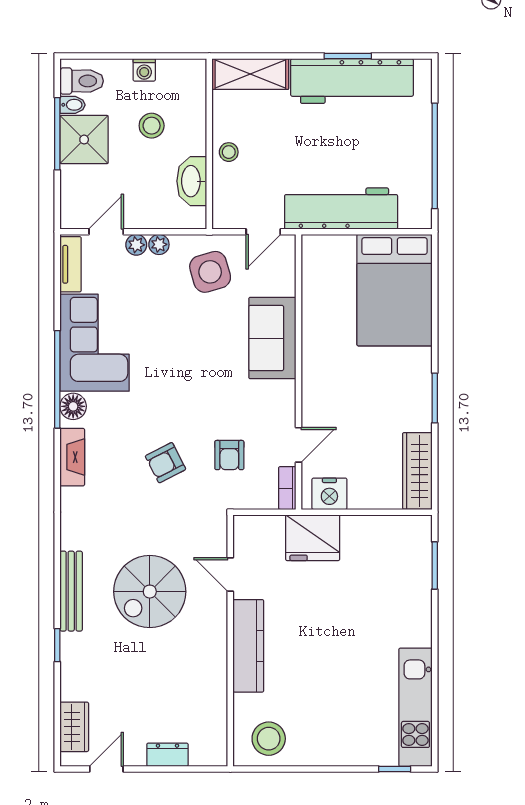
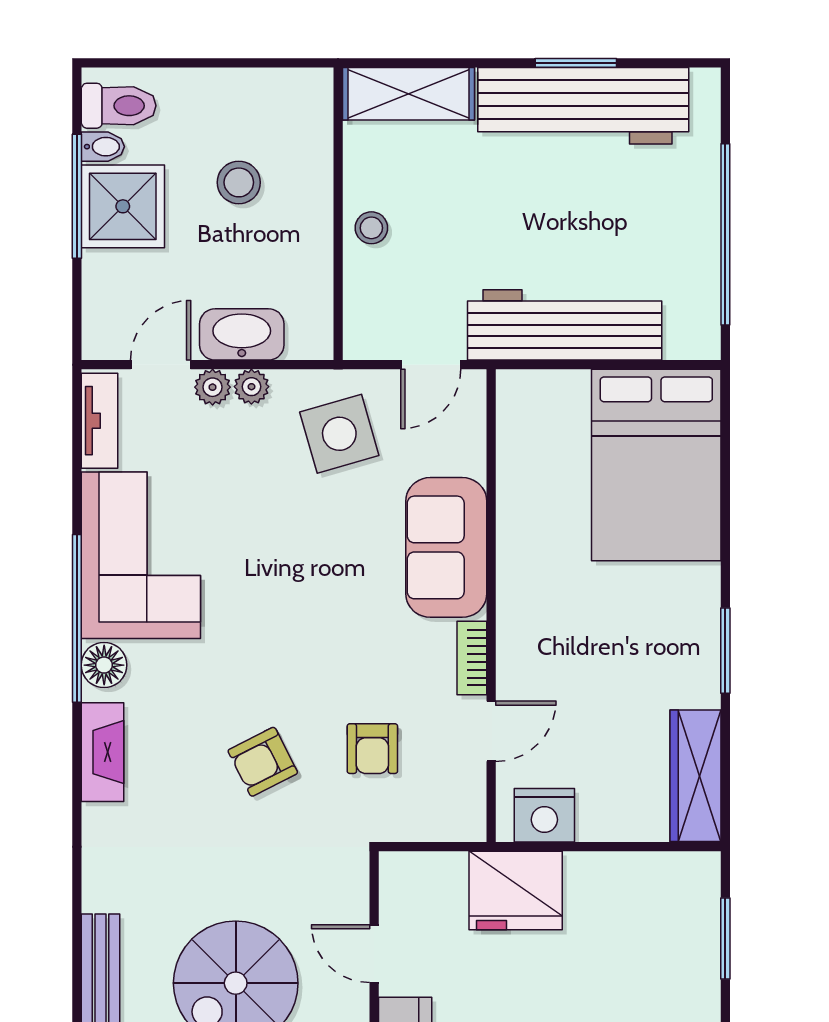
washing machine: (144, 70) -> (226, 87), removed
washbasin: (192, 181) -> (242, 334), moved, turned 90
bookcase: (287, 488) -> (472, 658), moved

